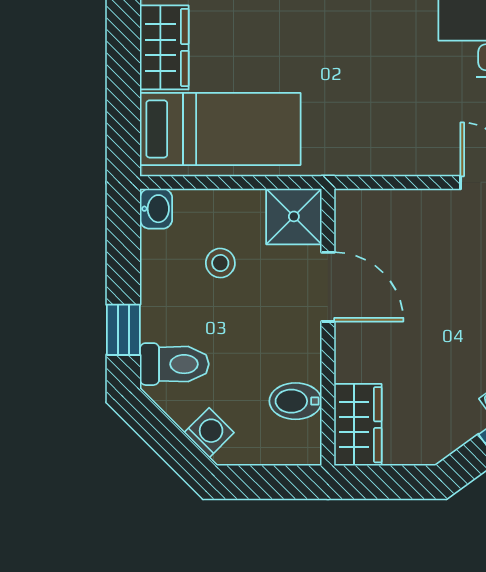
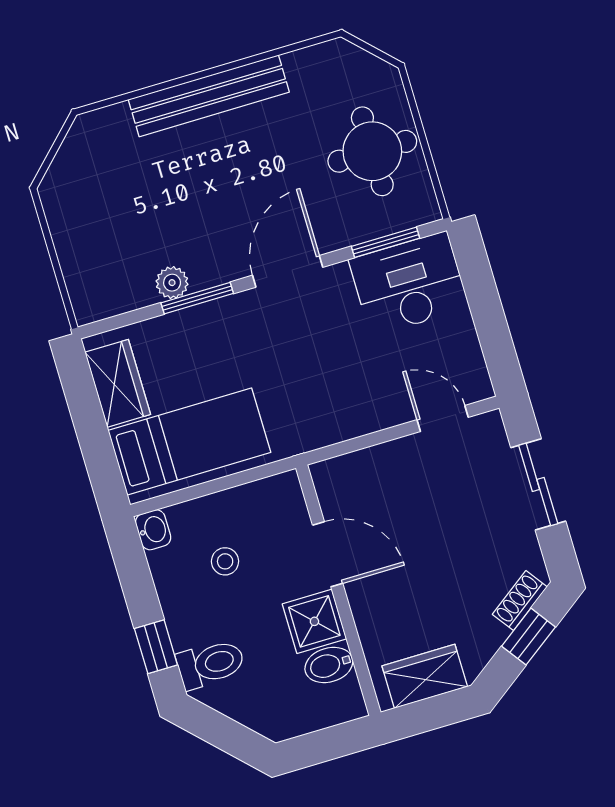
shower: (294, 216) -> (314, 621), moved
wardrobe: (358, 425) -> (425, 676), moved, turned -90
washing machine: (209, 433) -> (260, 716), removed

